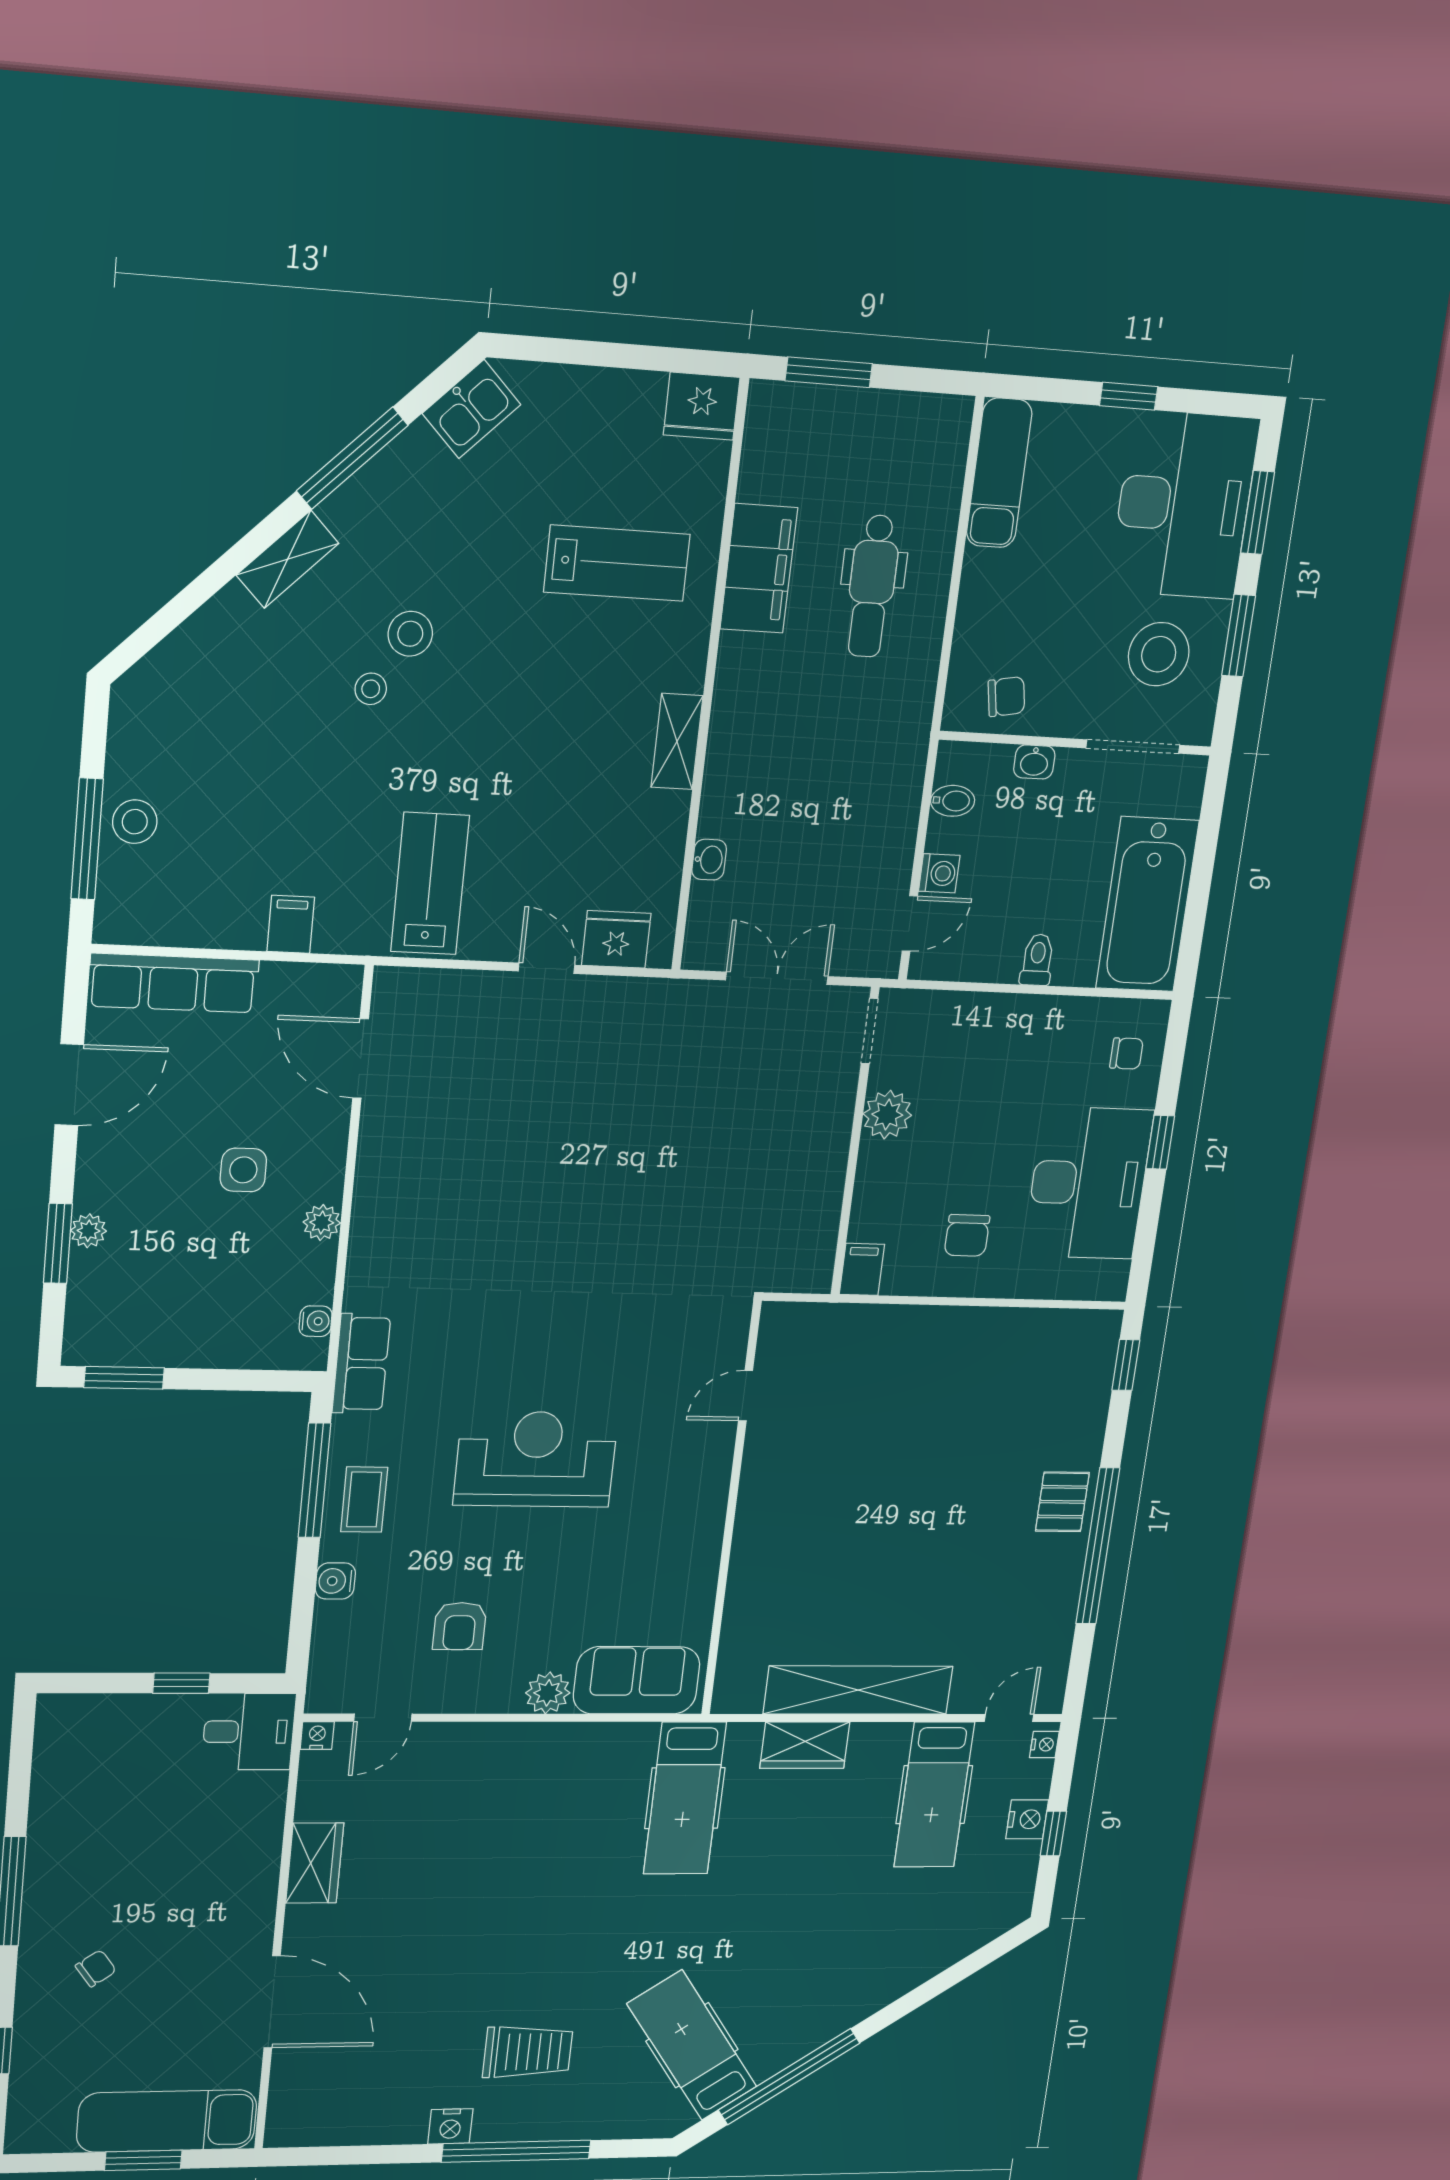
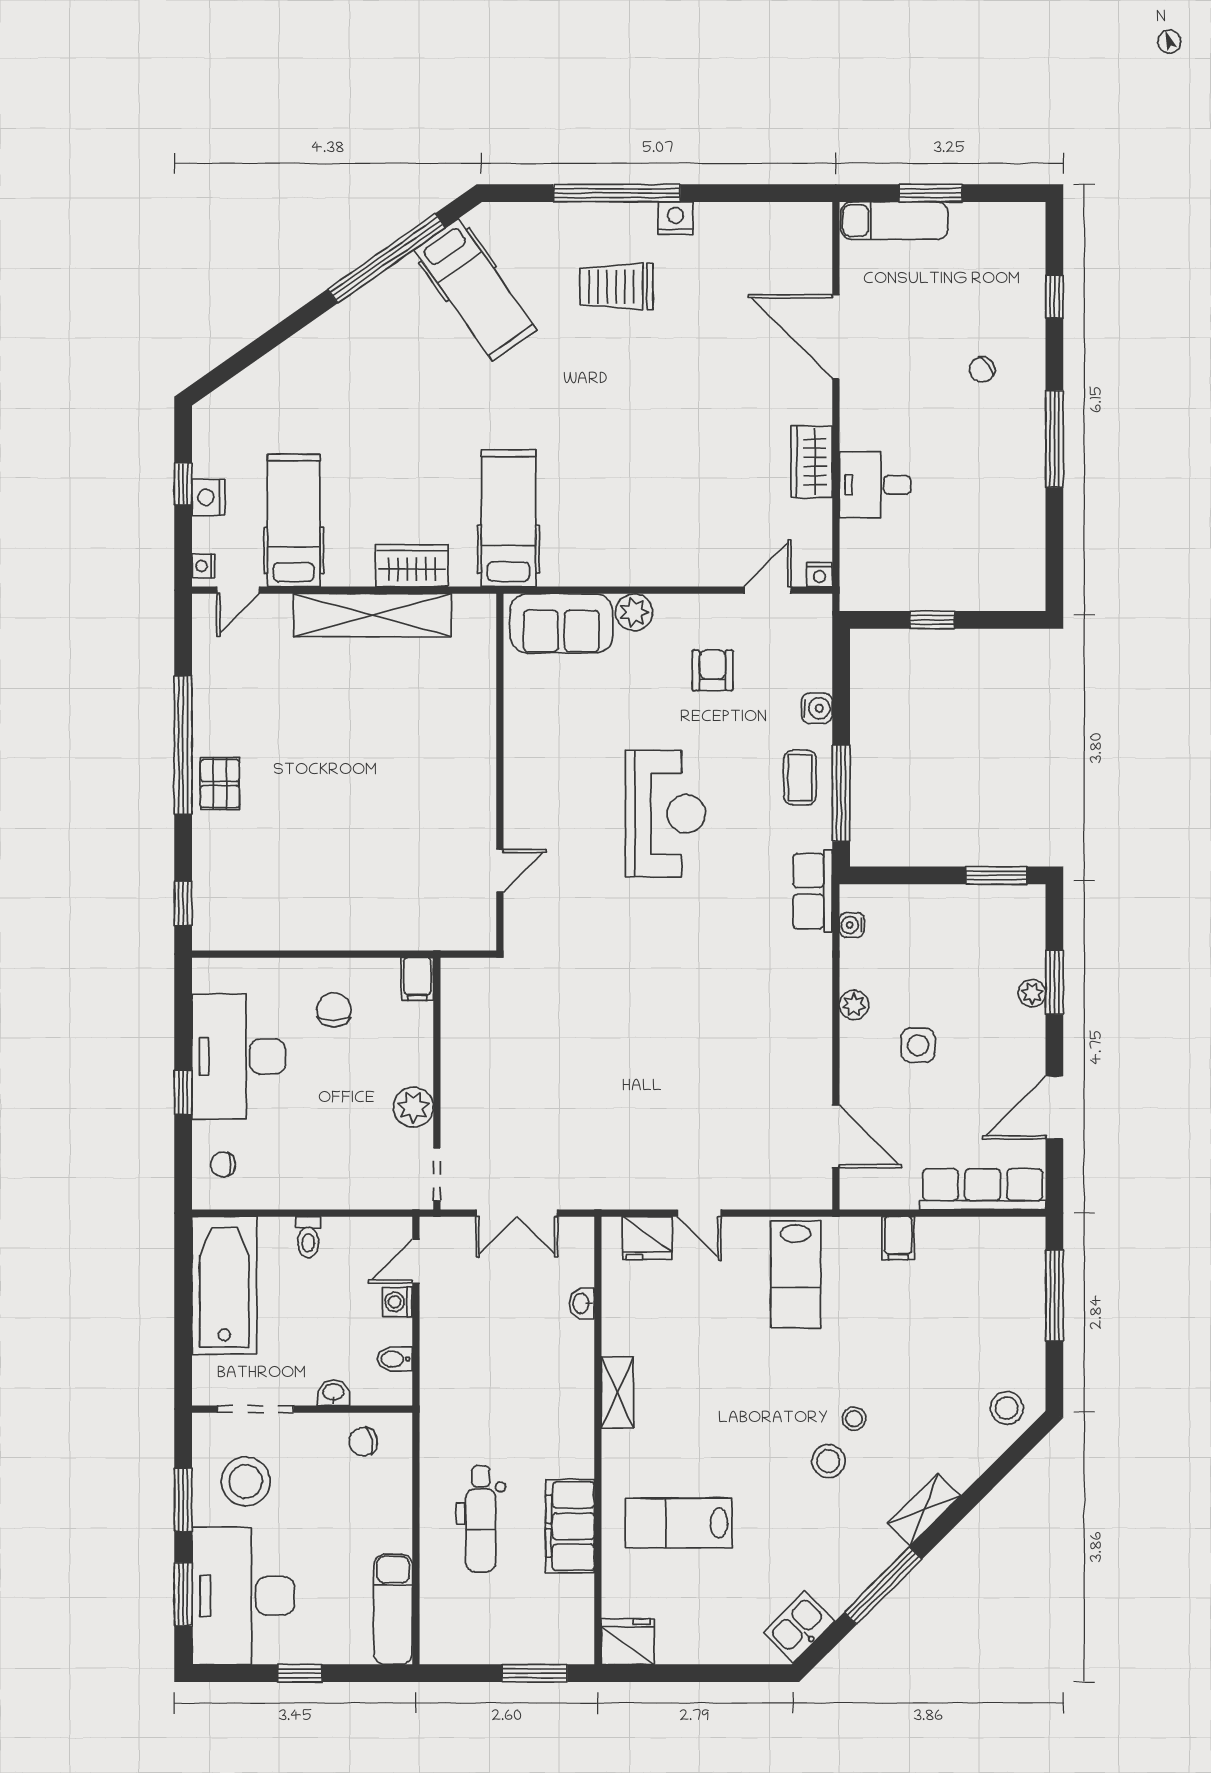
dental chair: (872, 586) -> (481, 1519), turned 180
stool: (135, 822) -> (1007, 1408), moved
reception desk: (536, 1459) -> (665, 814), turned -90
desk: (249, 1732) -> (875, 485), moved
exam couch: (167, 2121) -> (894, 221), width x0.73, depth x0.69

